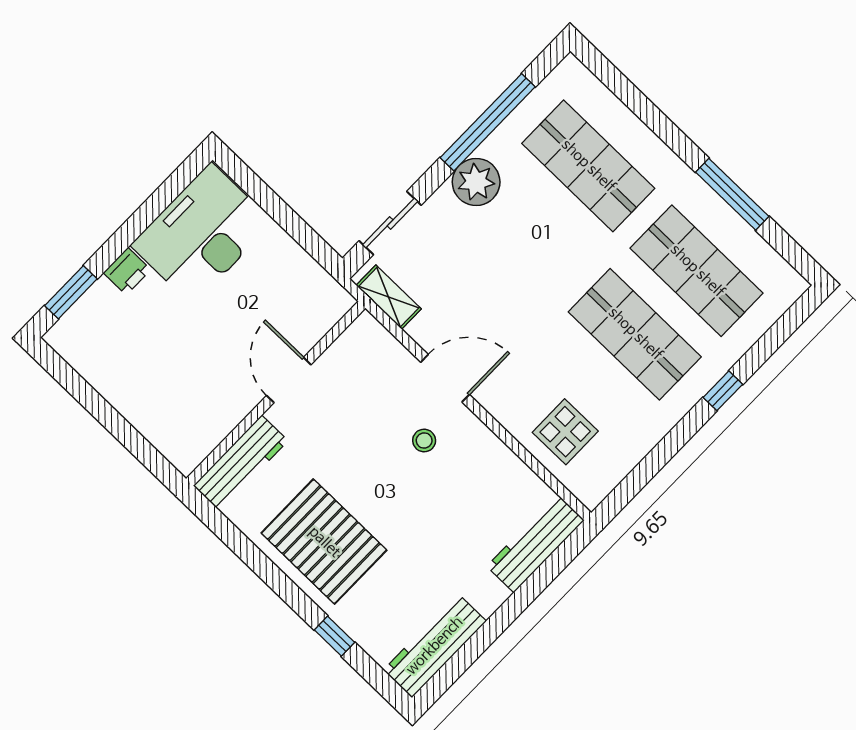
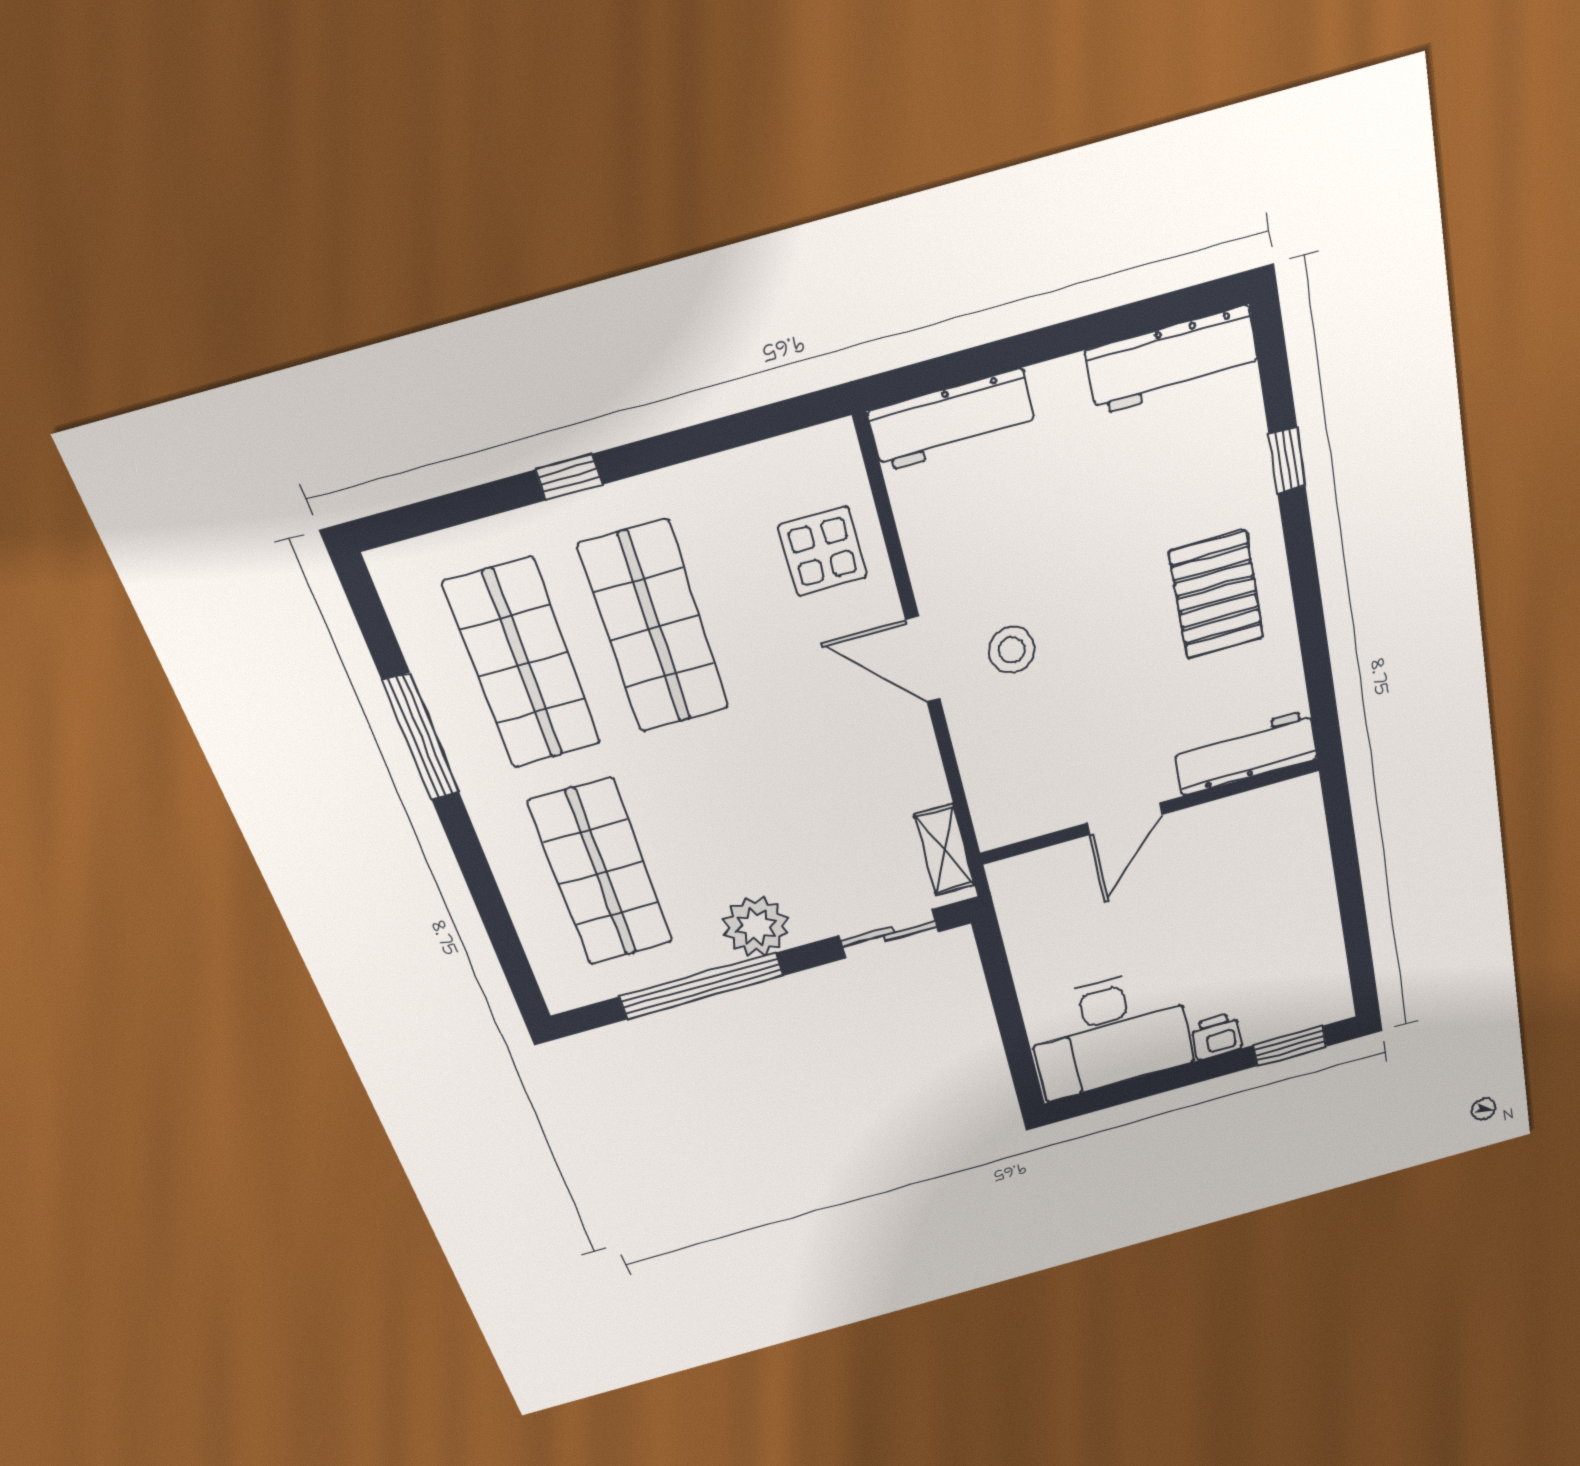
door: (445, 378) -> (923, 660), moved
stool: (424, 440) -> (1012, 650), width x1.37, depth x1.37
pallet: (324, 542) -> (1216, 595), width x0.73, depth x0.71

